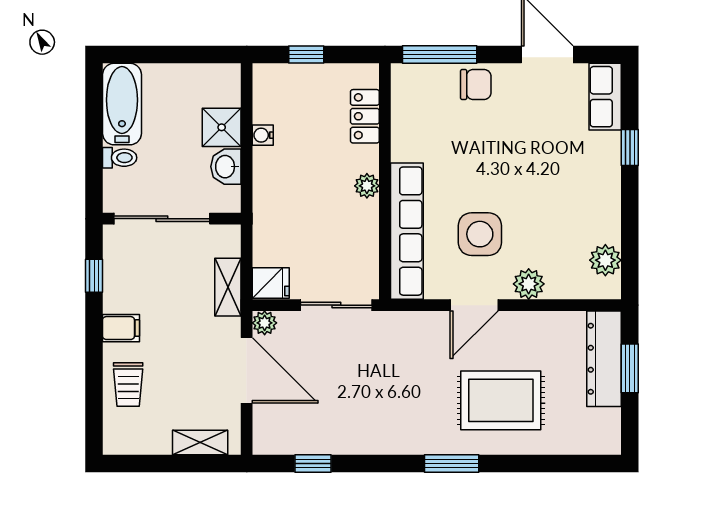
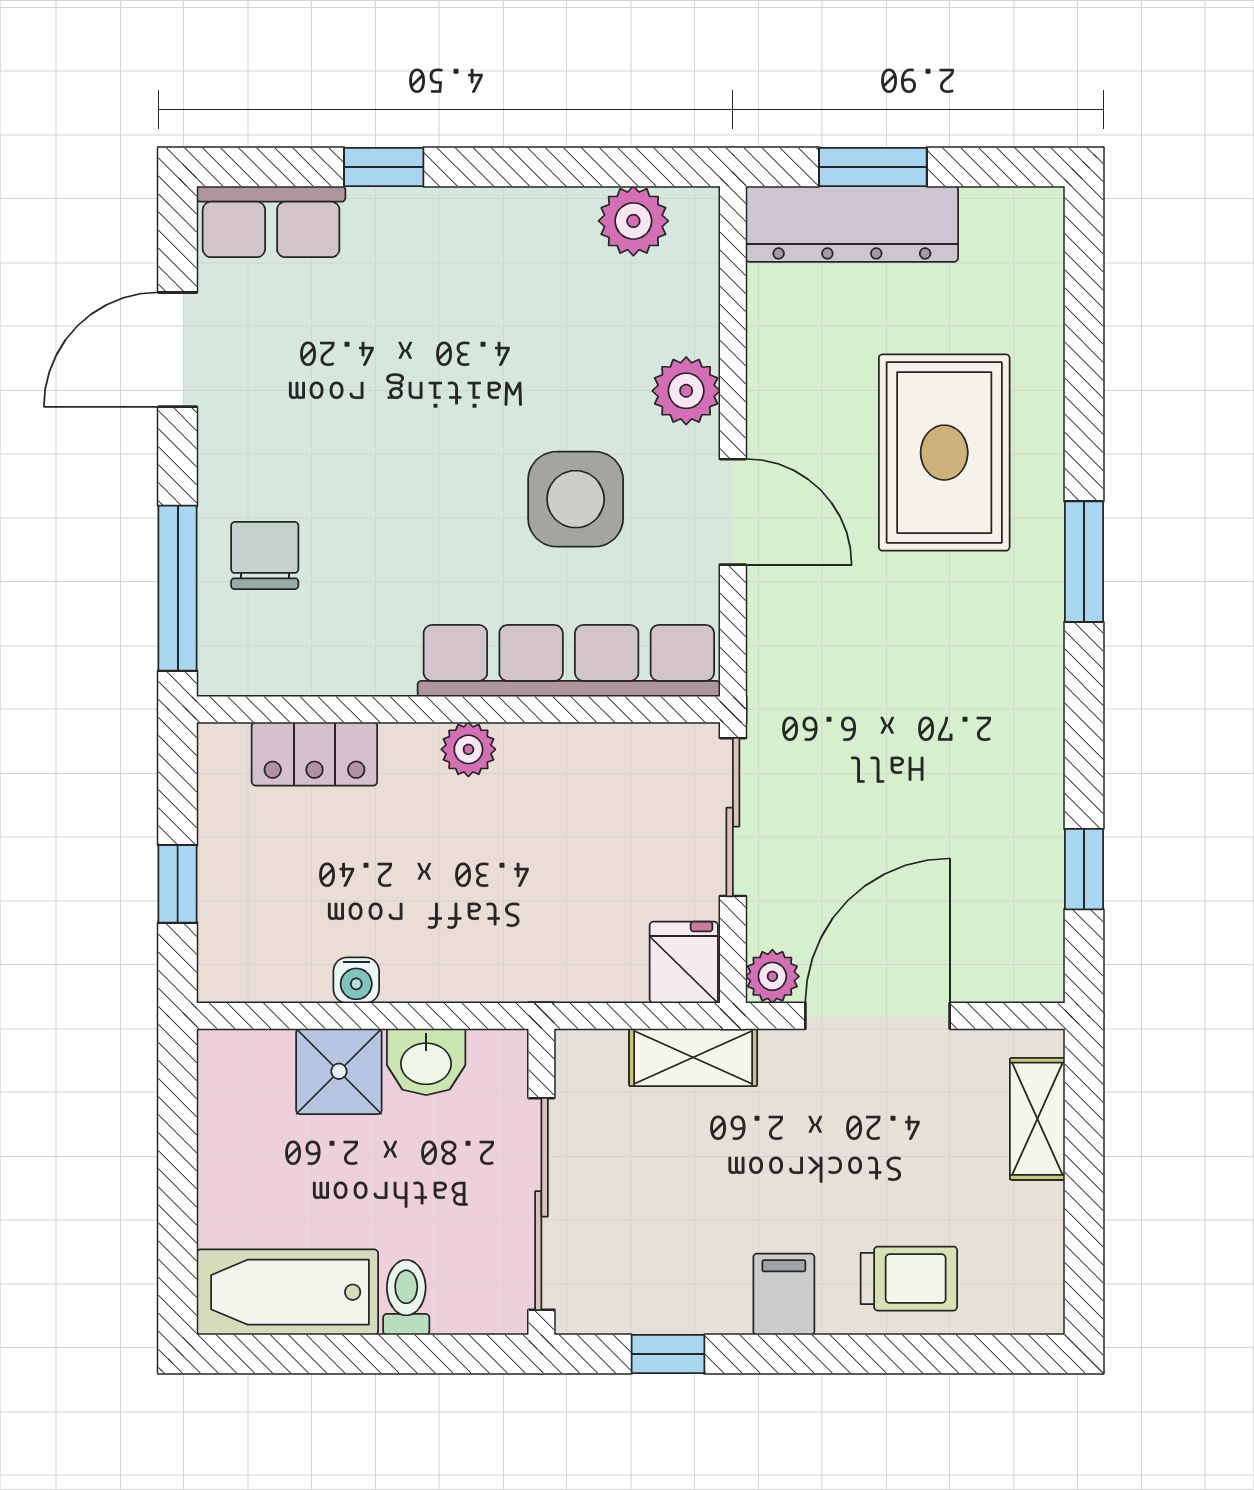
chair: (476, 84) -> (265, 555), moved

